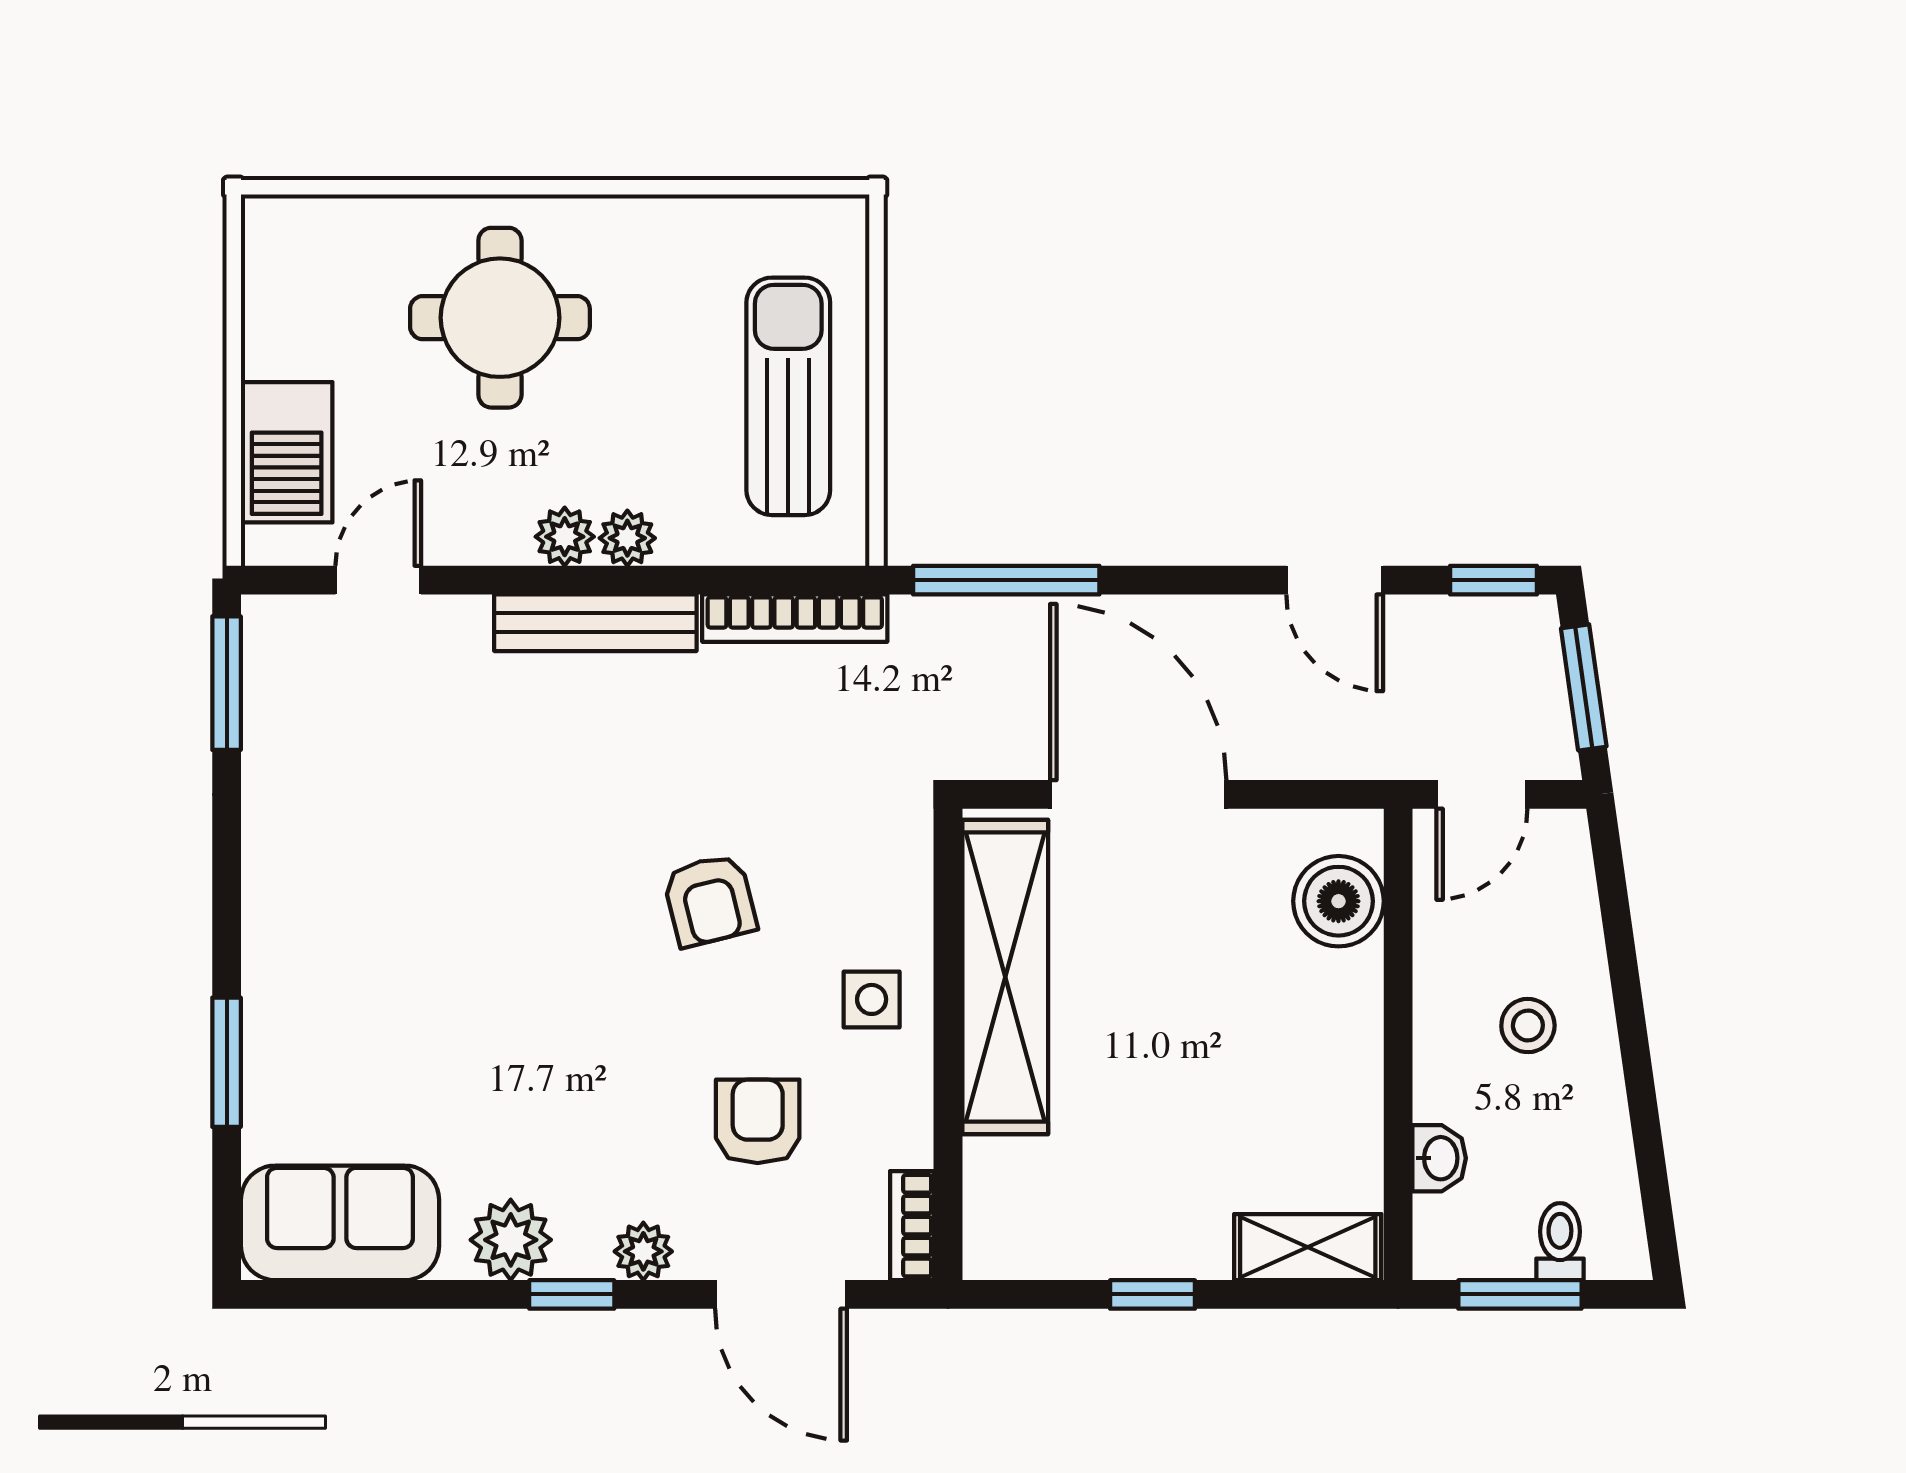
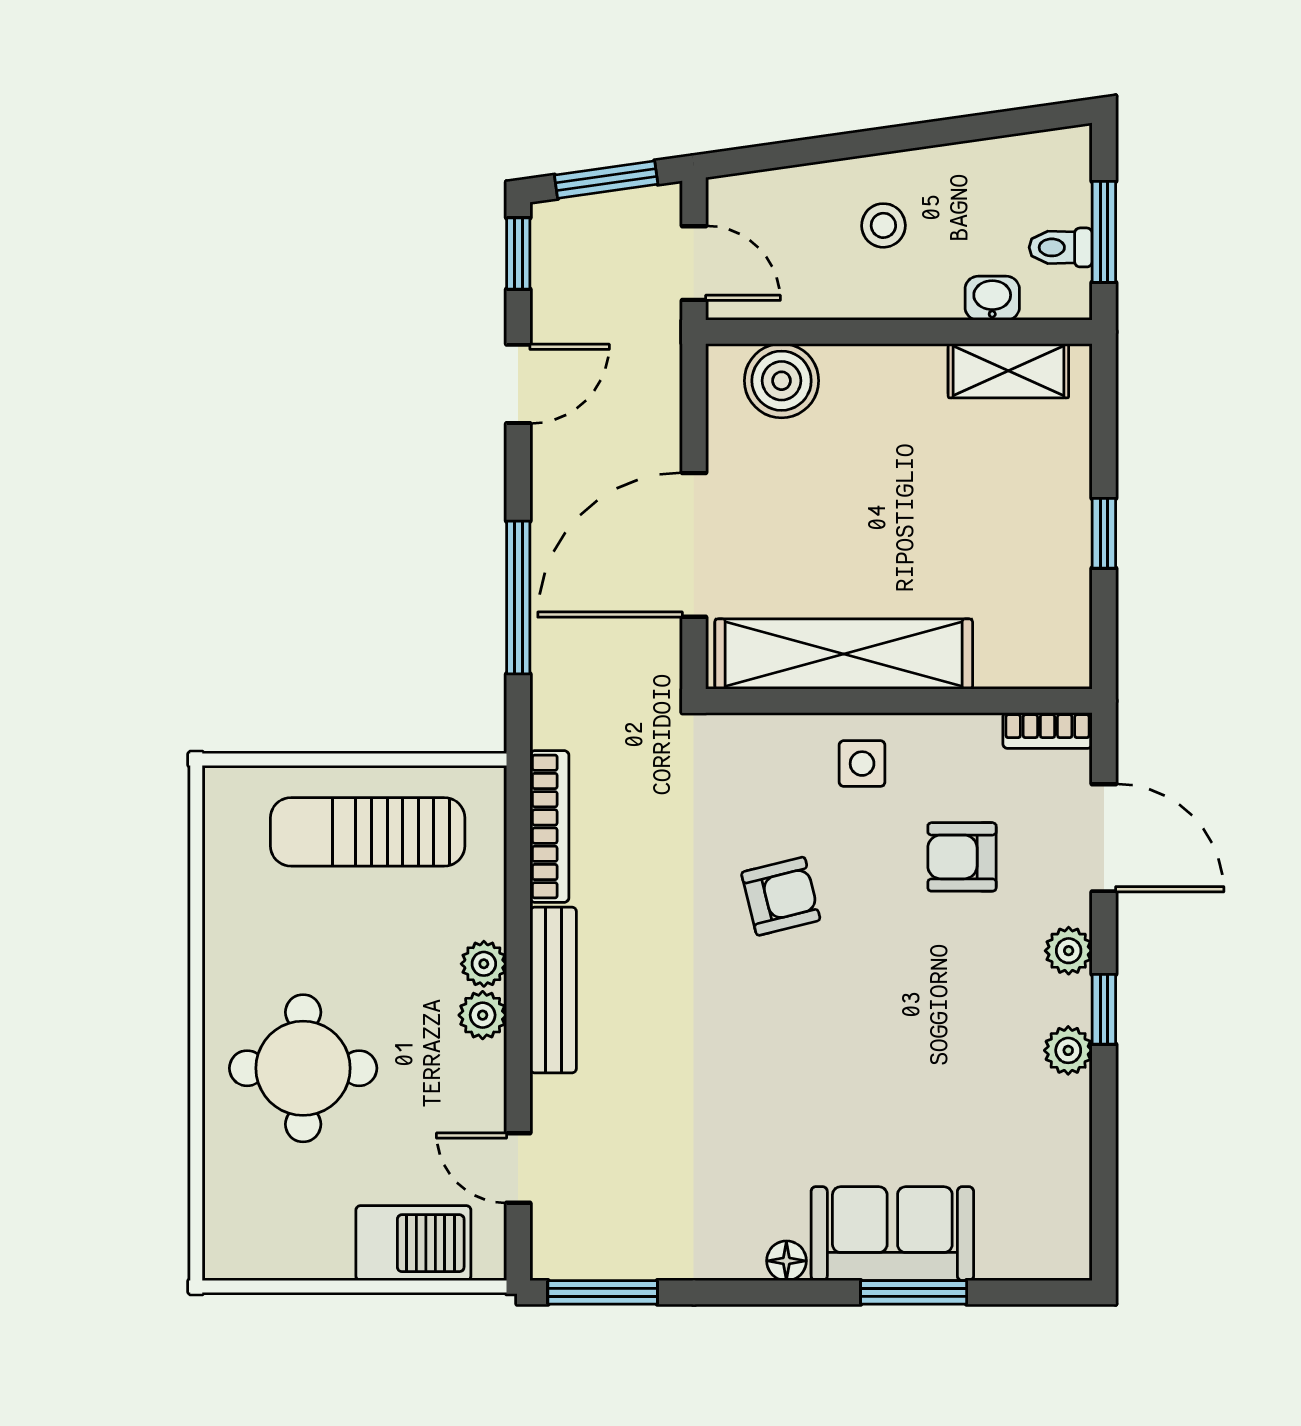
window: (1006, 580) -> (518, 597), moved
floor lamp: (265, 907) -> (786, 1261), added
sofa: (340, 1223) -> (892, 1234), moved, turned 90
plant: (511, 1240) -> (1068, 1050), width x0.73, depth x0.73
toilet: (1560, 1242) -> (1061, 247), moved
shelving: (1308, 1247) -> (1008, 371), moved, turned 90
door: (781, 1294) -> (1104, 838), hinge flipped

